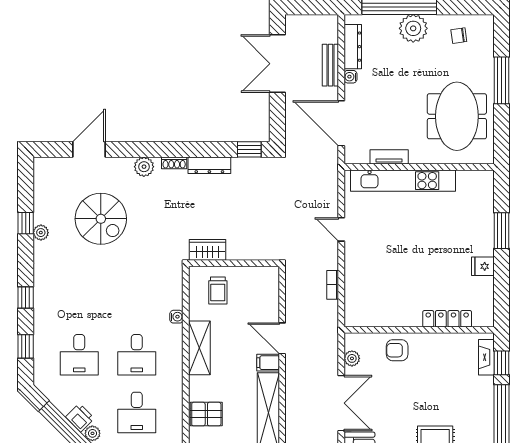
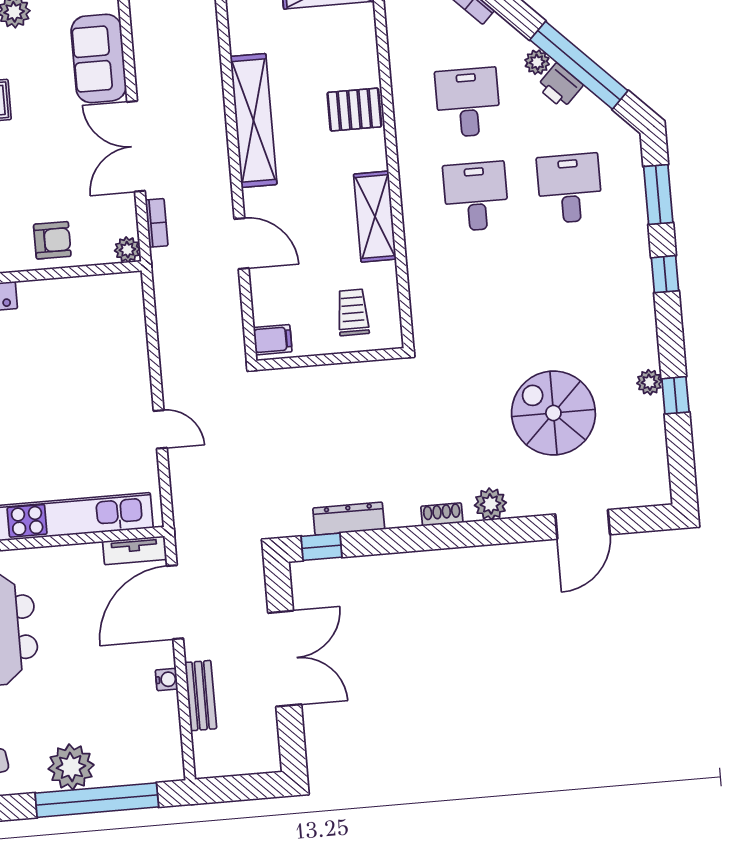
dresser: (353, 47) -> (167, 729), removed
double door: (277, 64) -> (285, 659), moved
door: (341, 123) -> (175, 602), swing flipped
tv unit: (389, 157) -> (134, 550), moved
dresser: (209, 165) -> (349, 519), moved
wardrobe: (208, 250) -> (375, 377), removed
bookcase: (333, 285) -> (157, 223), moved
water cooler: (176, 317) -> (417, 264), removed
window: (26, 346) -> (658, 195), width x1.50
plant: (352, 358) -> (127, 250), moved
filing cabinet: (268, 363) -> (273, 340), moved

